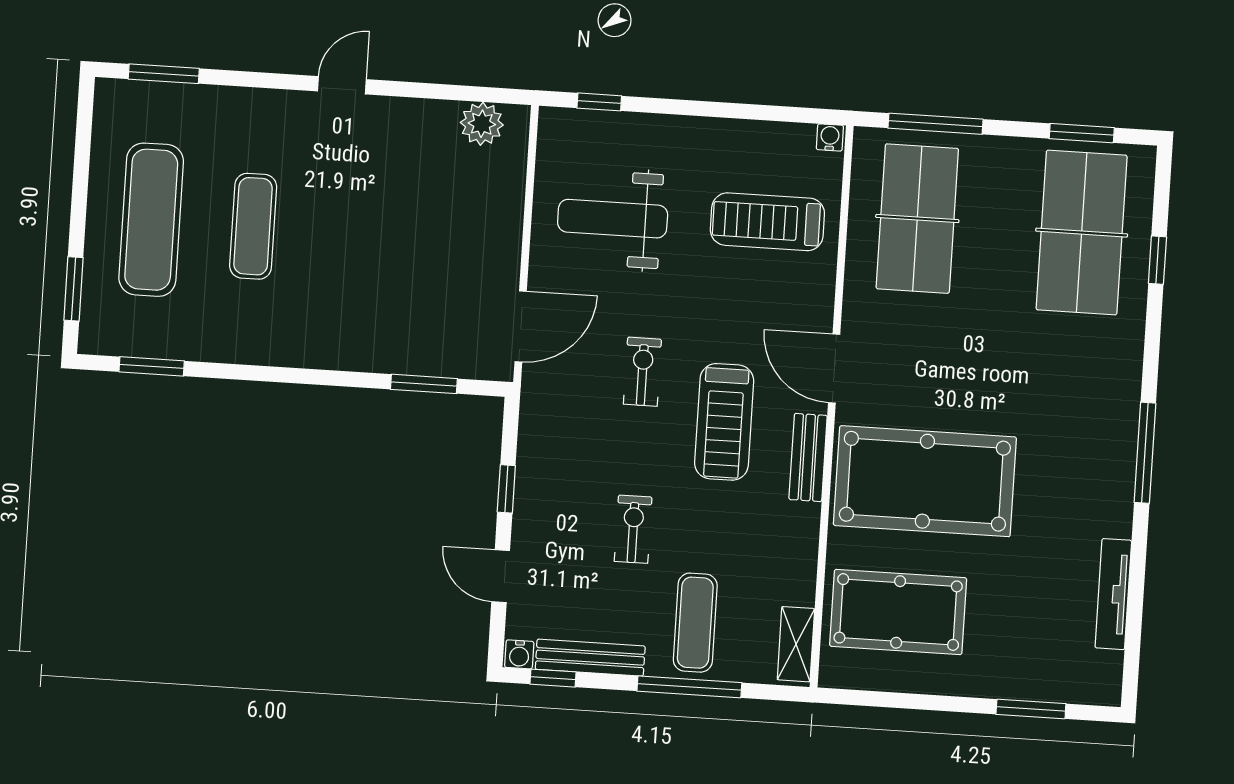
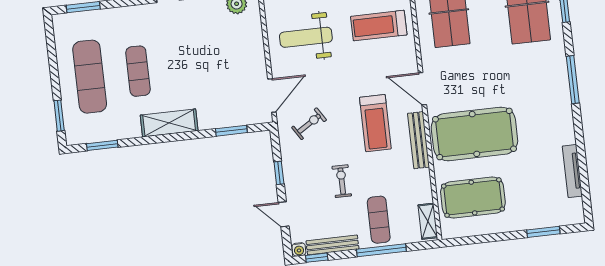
shelving: (298, 345) -> (169, 123), added
exercise bike: (642, 372) -> (309, 124), moved, turned 58
window: (1145, 453) -> (573, 80), moved
bench: (808, 457) -> (419, 140), width x1.36

